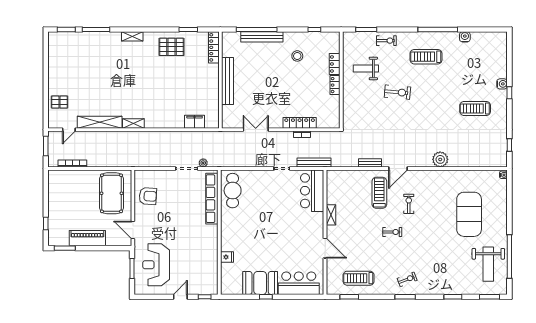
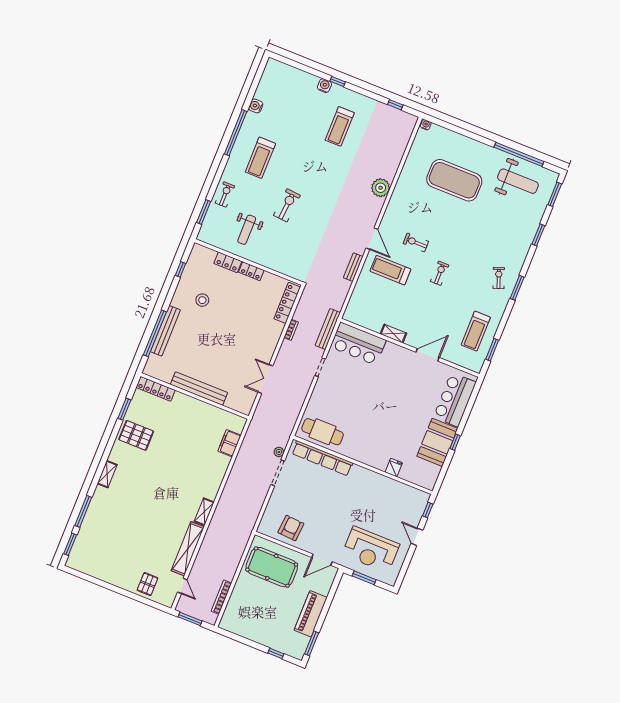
pallet: (172, 47) -> (136, 435), turned 90
locker: (300, 123) -> (287, 303), moved

